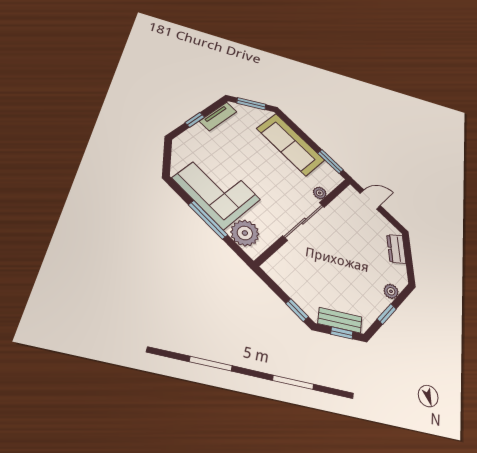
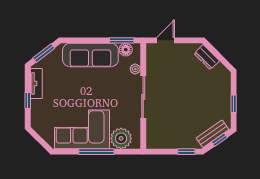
floor lamp: (327, 171) -> (126, 50), added
plant: (391, 291) -> (225, 88), removed

